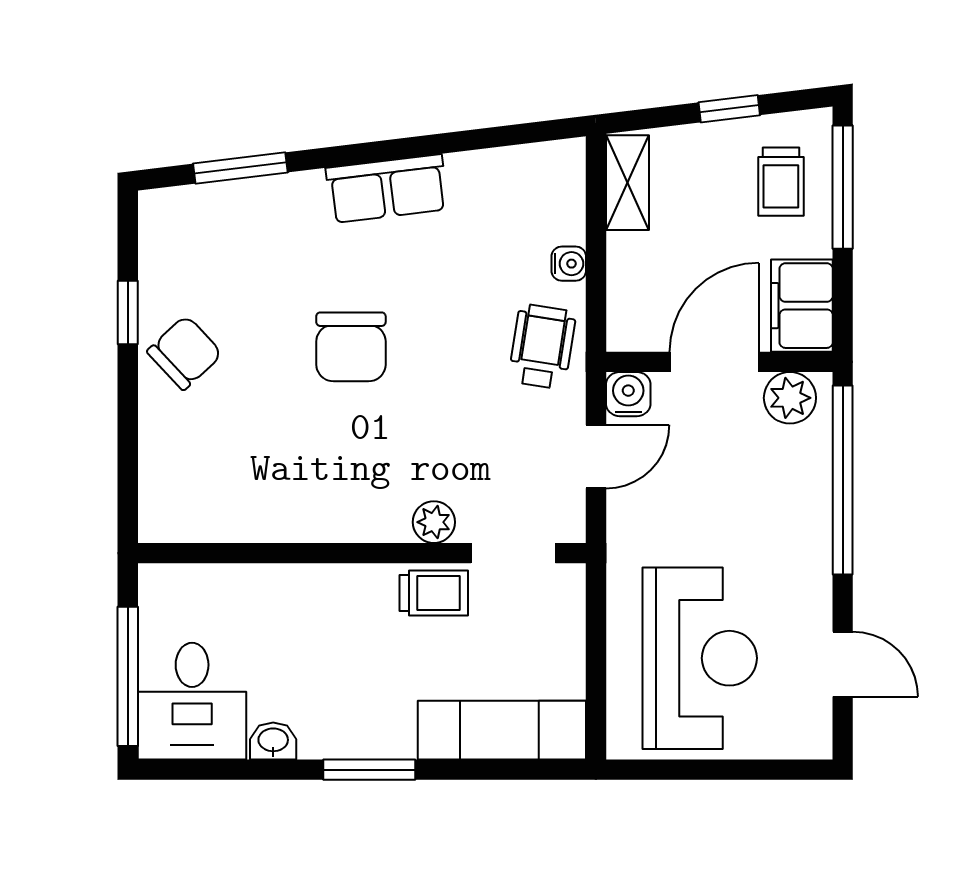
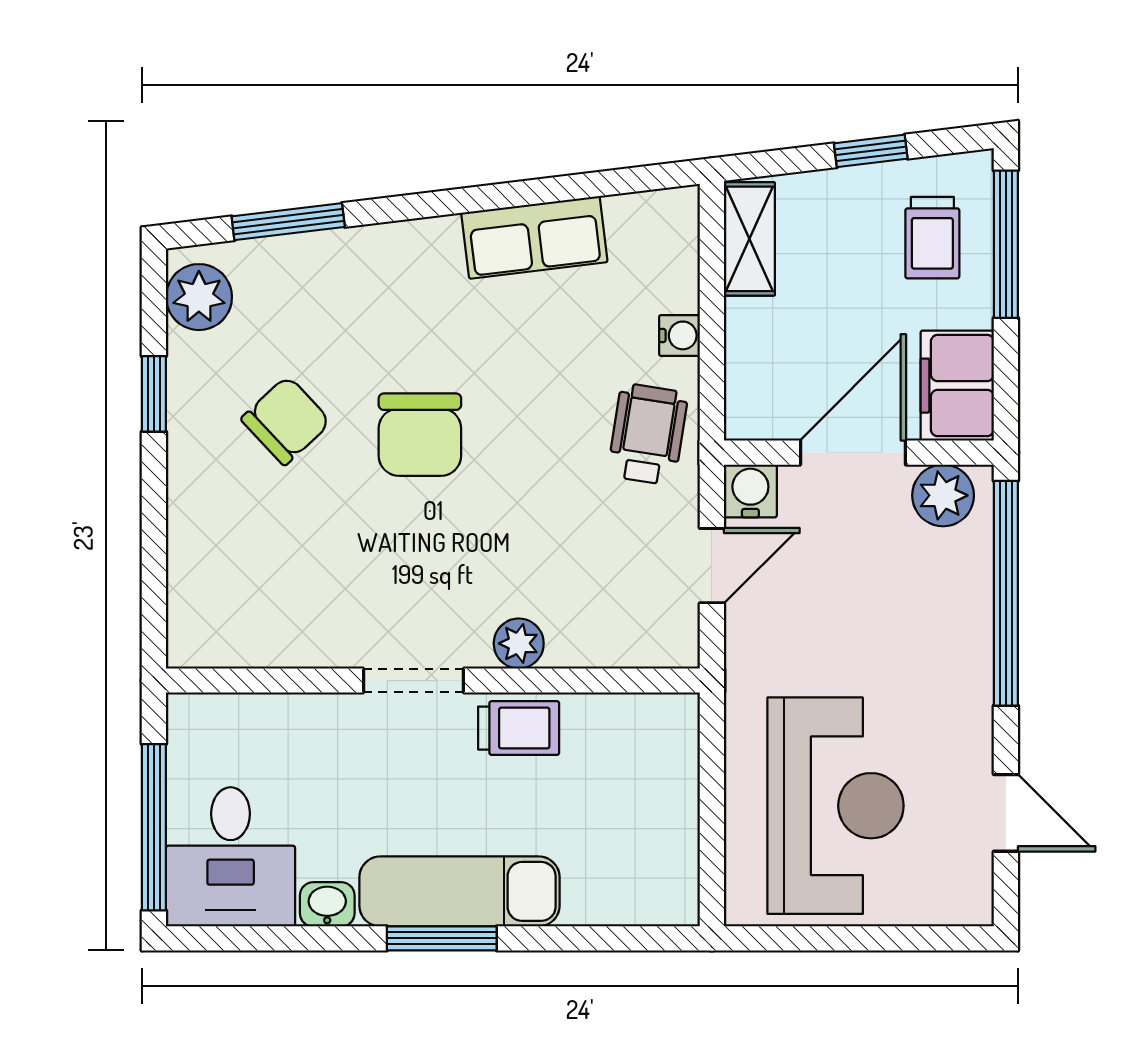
row of seats: (387, 189) -> (534, 237), moved
plant: (166, 231) -> (199, 297), added
chair: (185, 353) -> (286, 421), moved
doorway: (513, 553) -> (414, 681), moved
exam couch: (502, 730) -> (459, 891), moved

